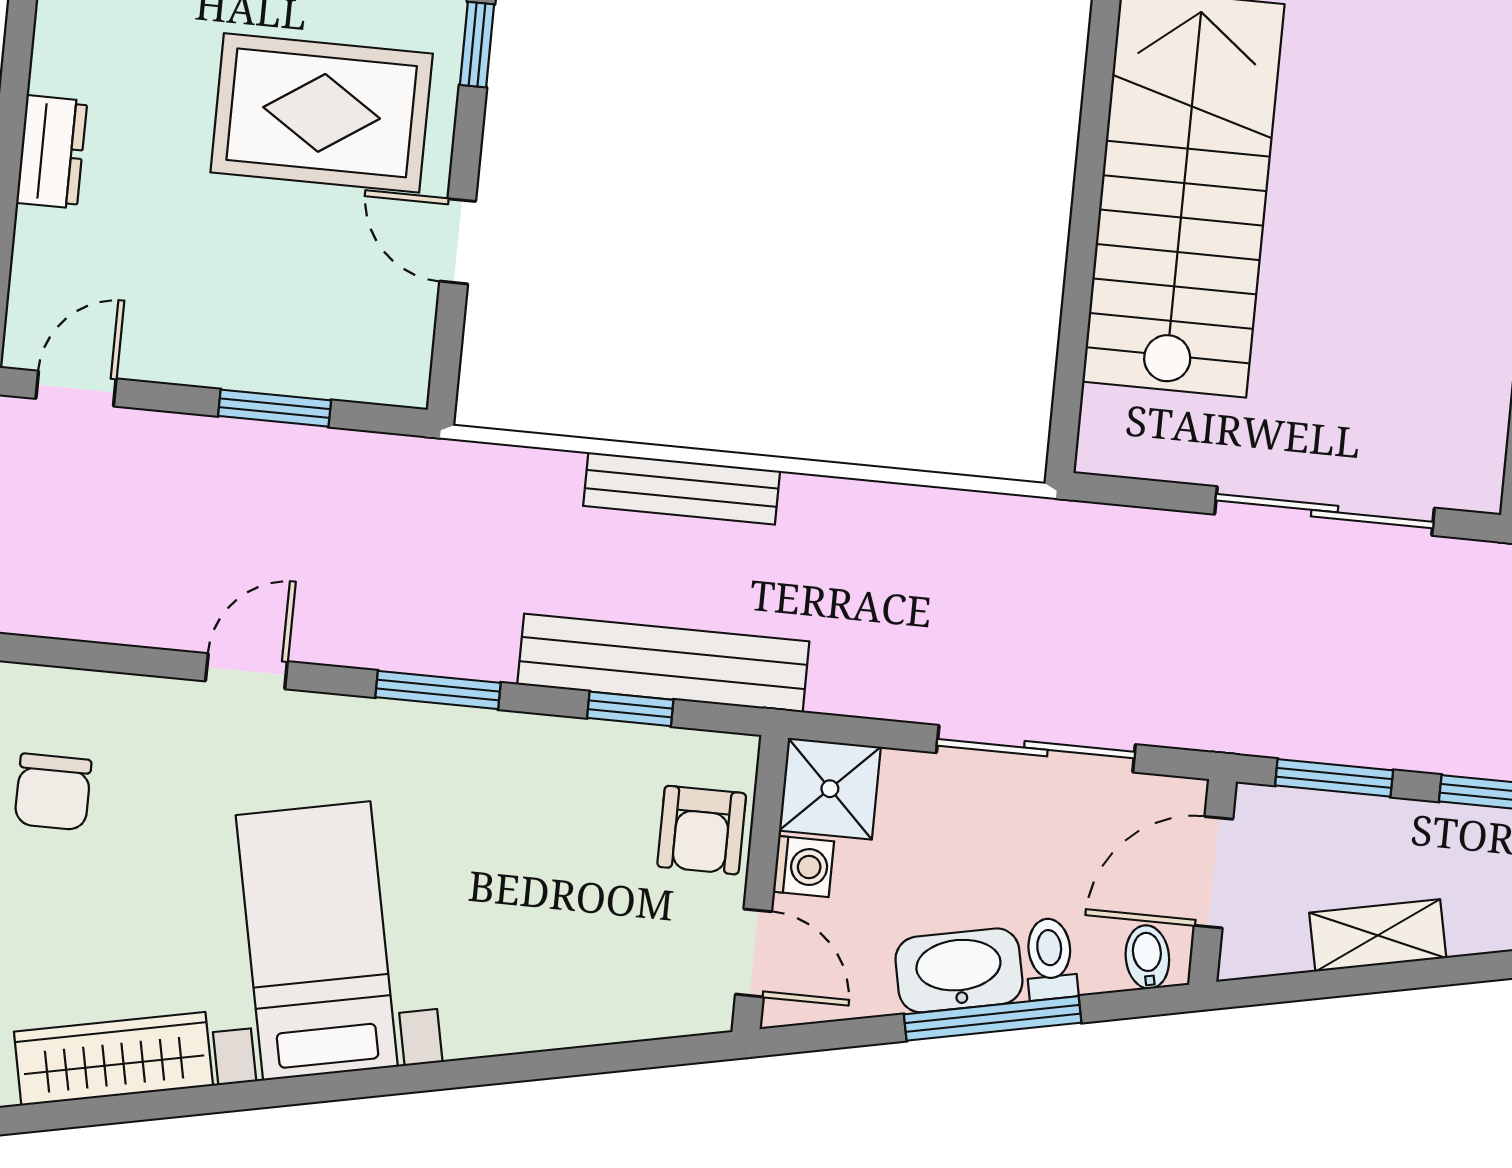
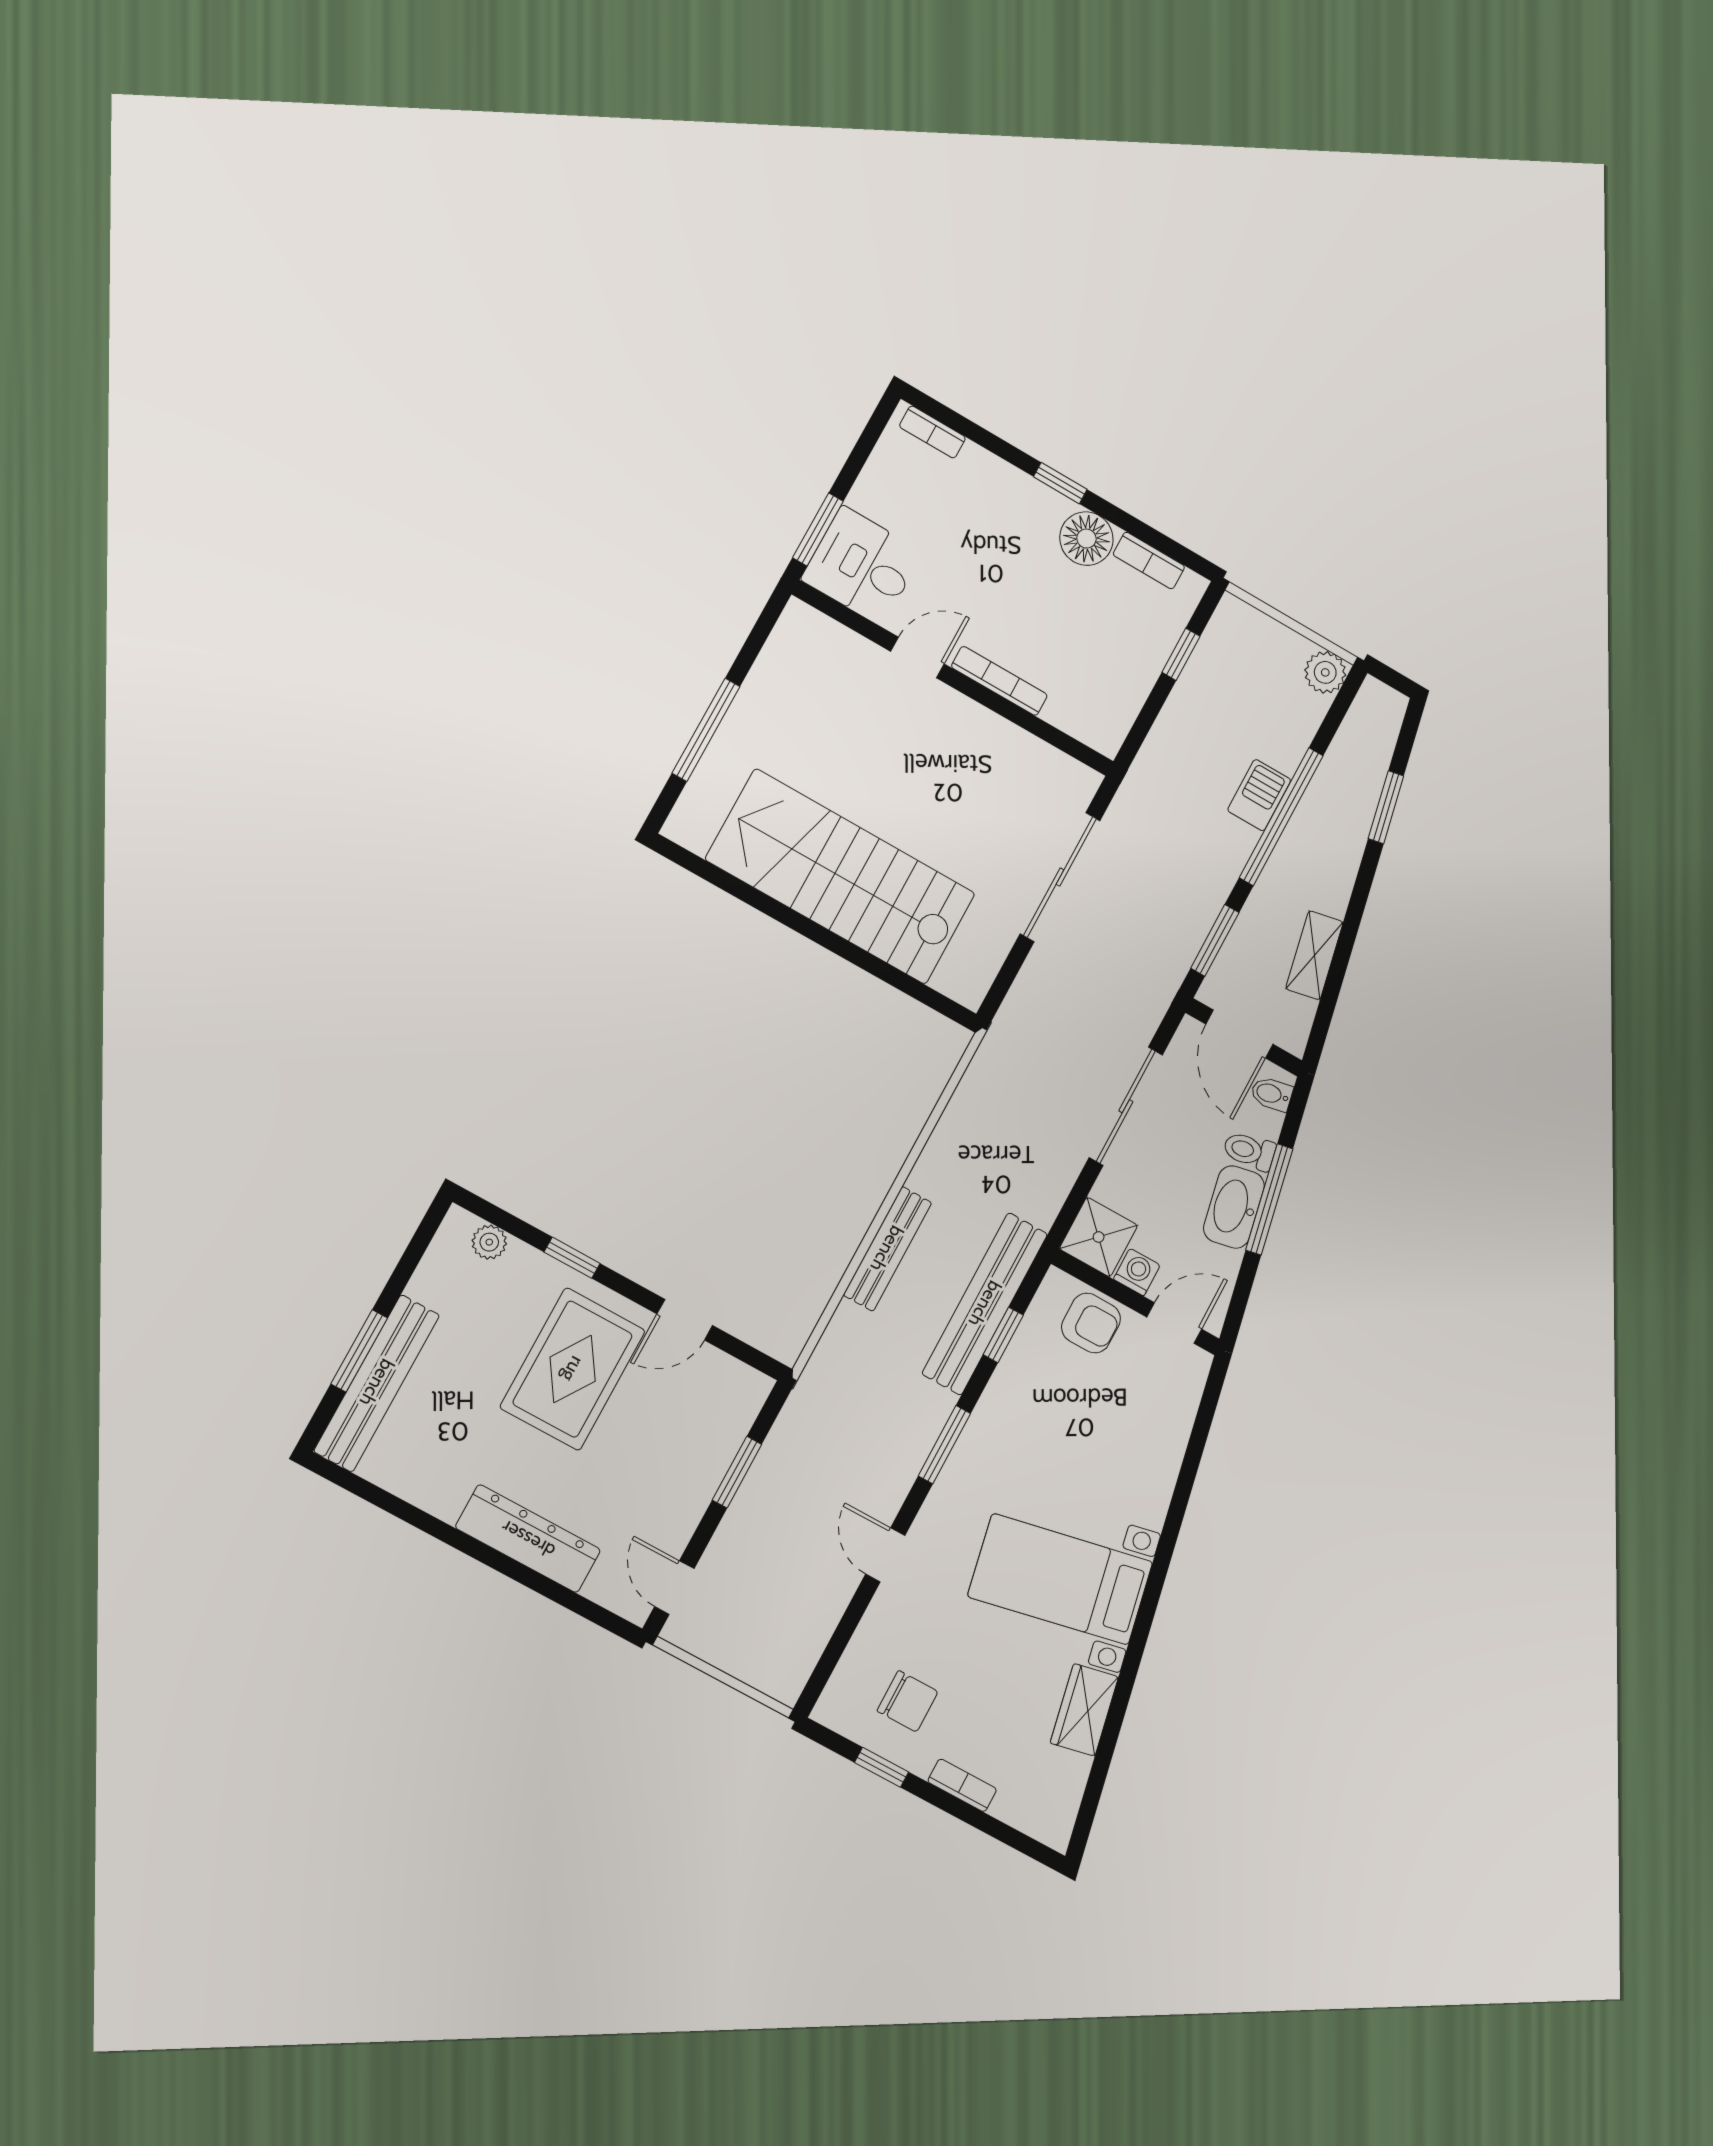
dresser: (52, 152) -> (528, 1539), width x1.96, depth x1.24
wardrobe: (113, 1059) -> (1084, 1710), width x0.67

